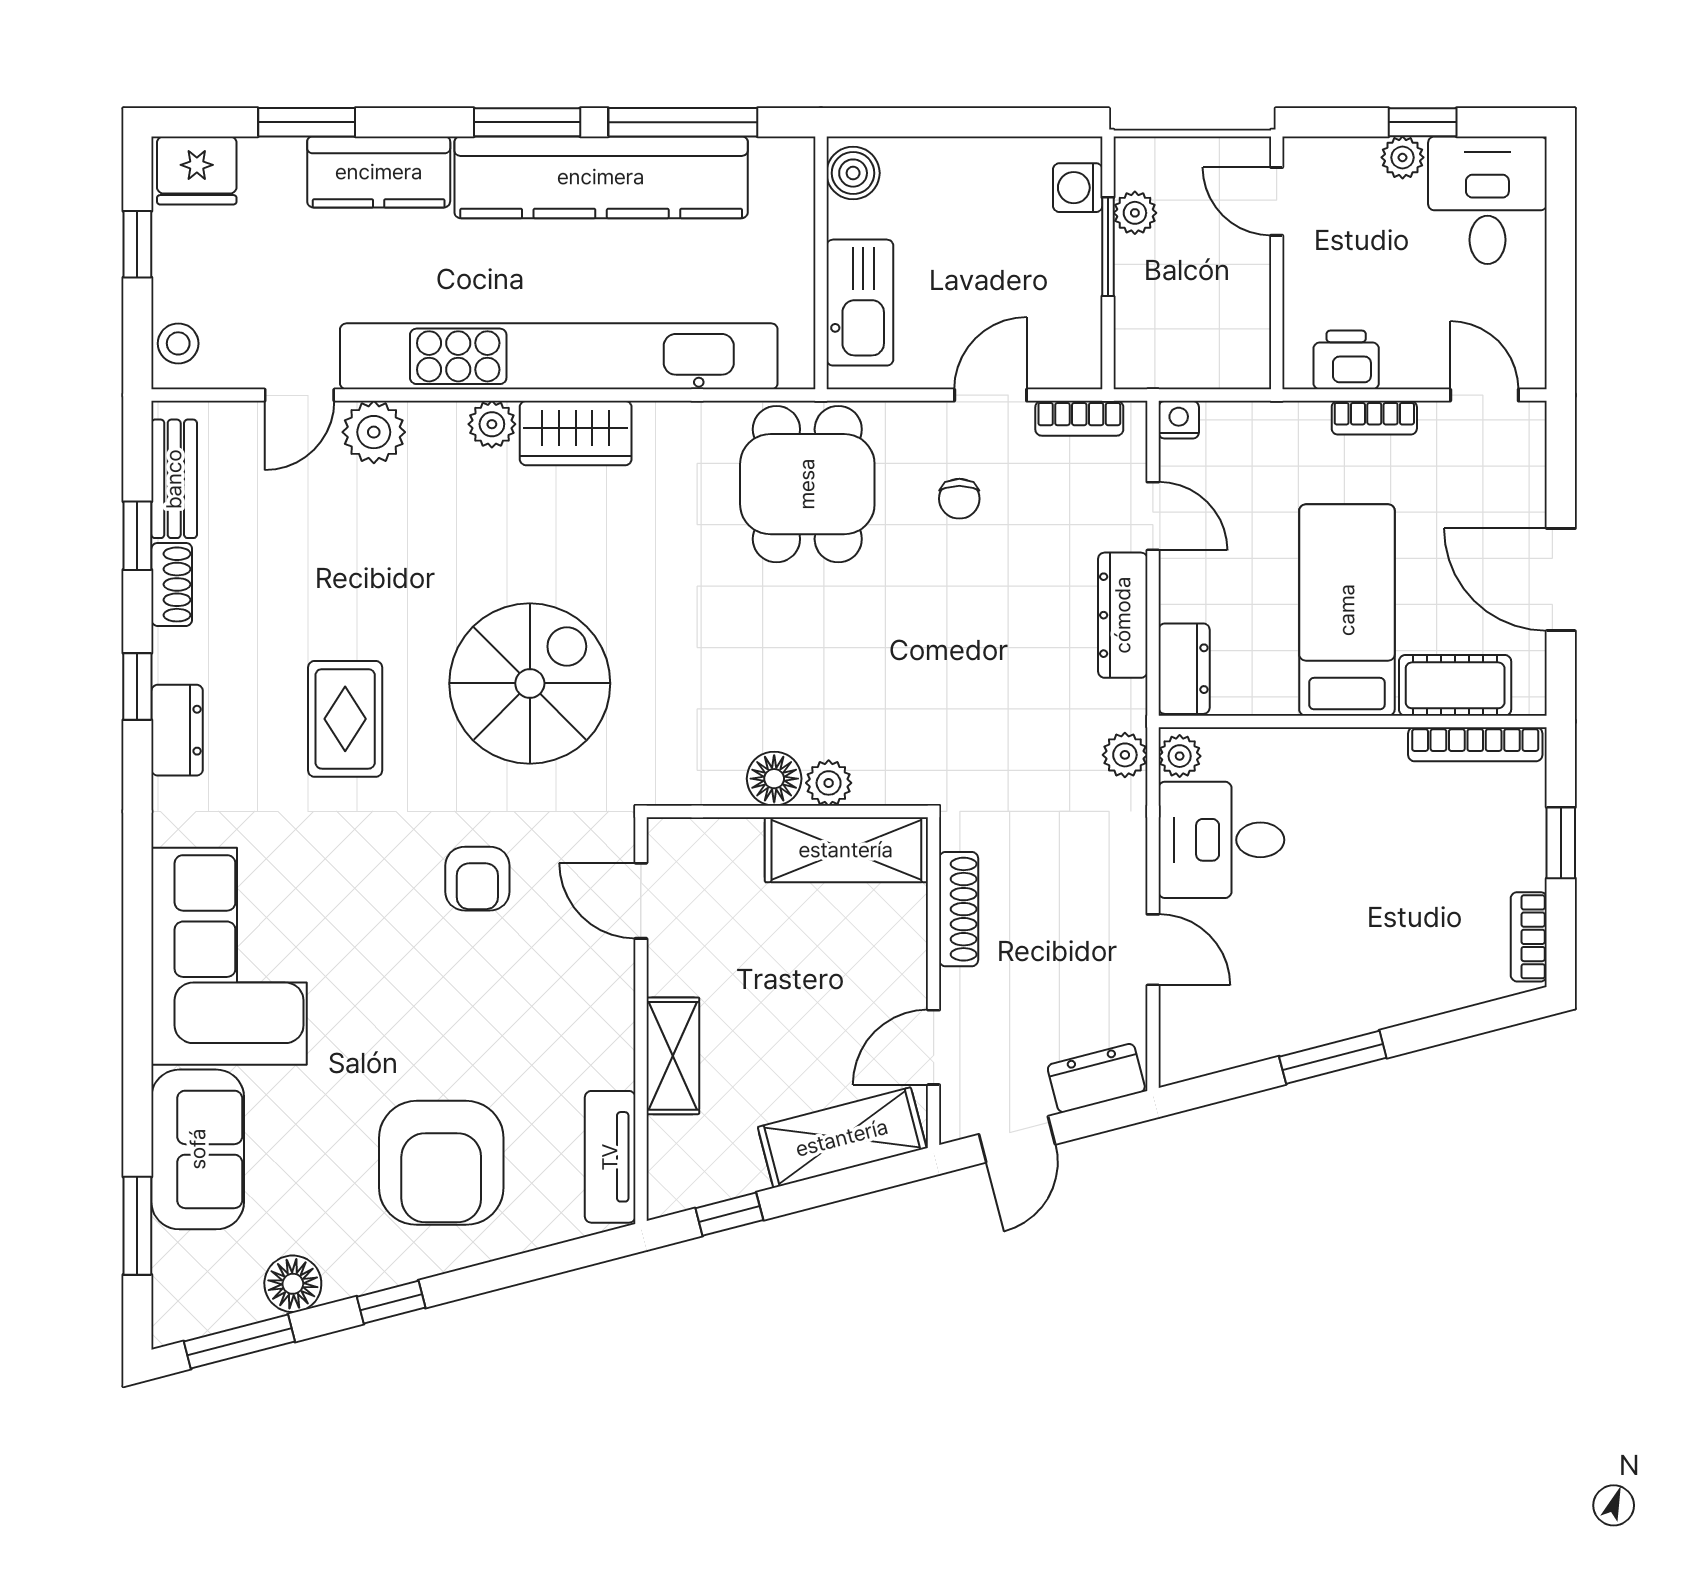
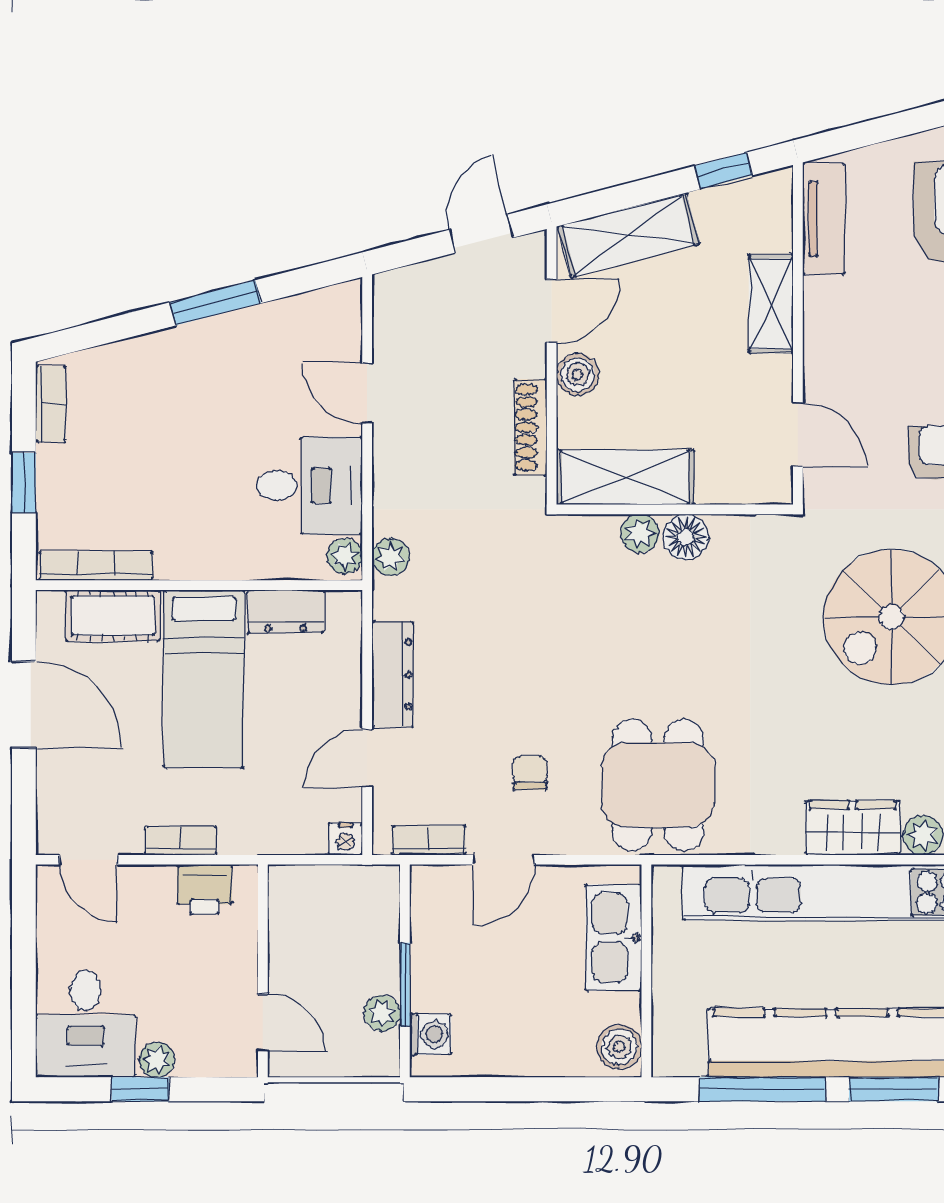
door: (1153, 516) -> (367, 758), hinge flipped
dresser: (1184, 669) -> (286, 611), moved, turned -90
boiler: (903, 972) -> (578, 374), added
dresser: (1096, 1078) -> (415, 285), removed

